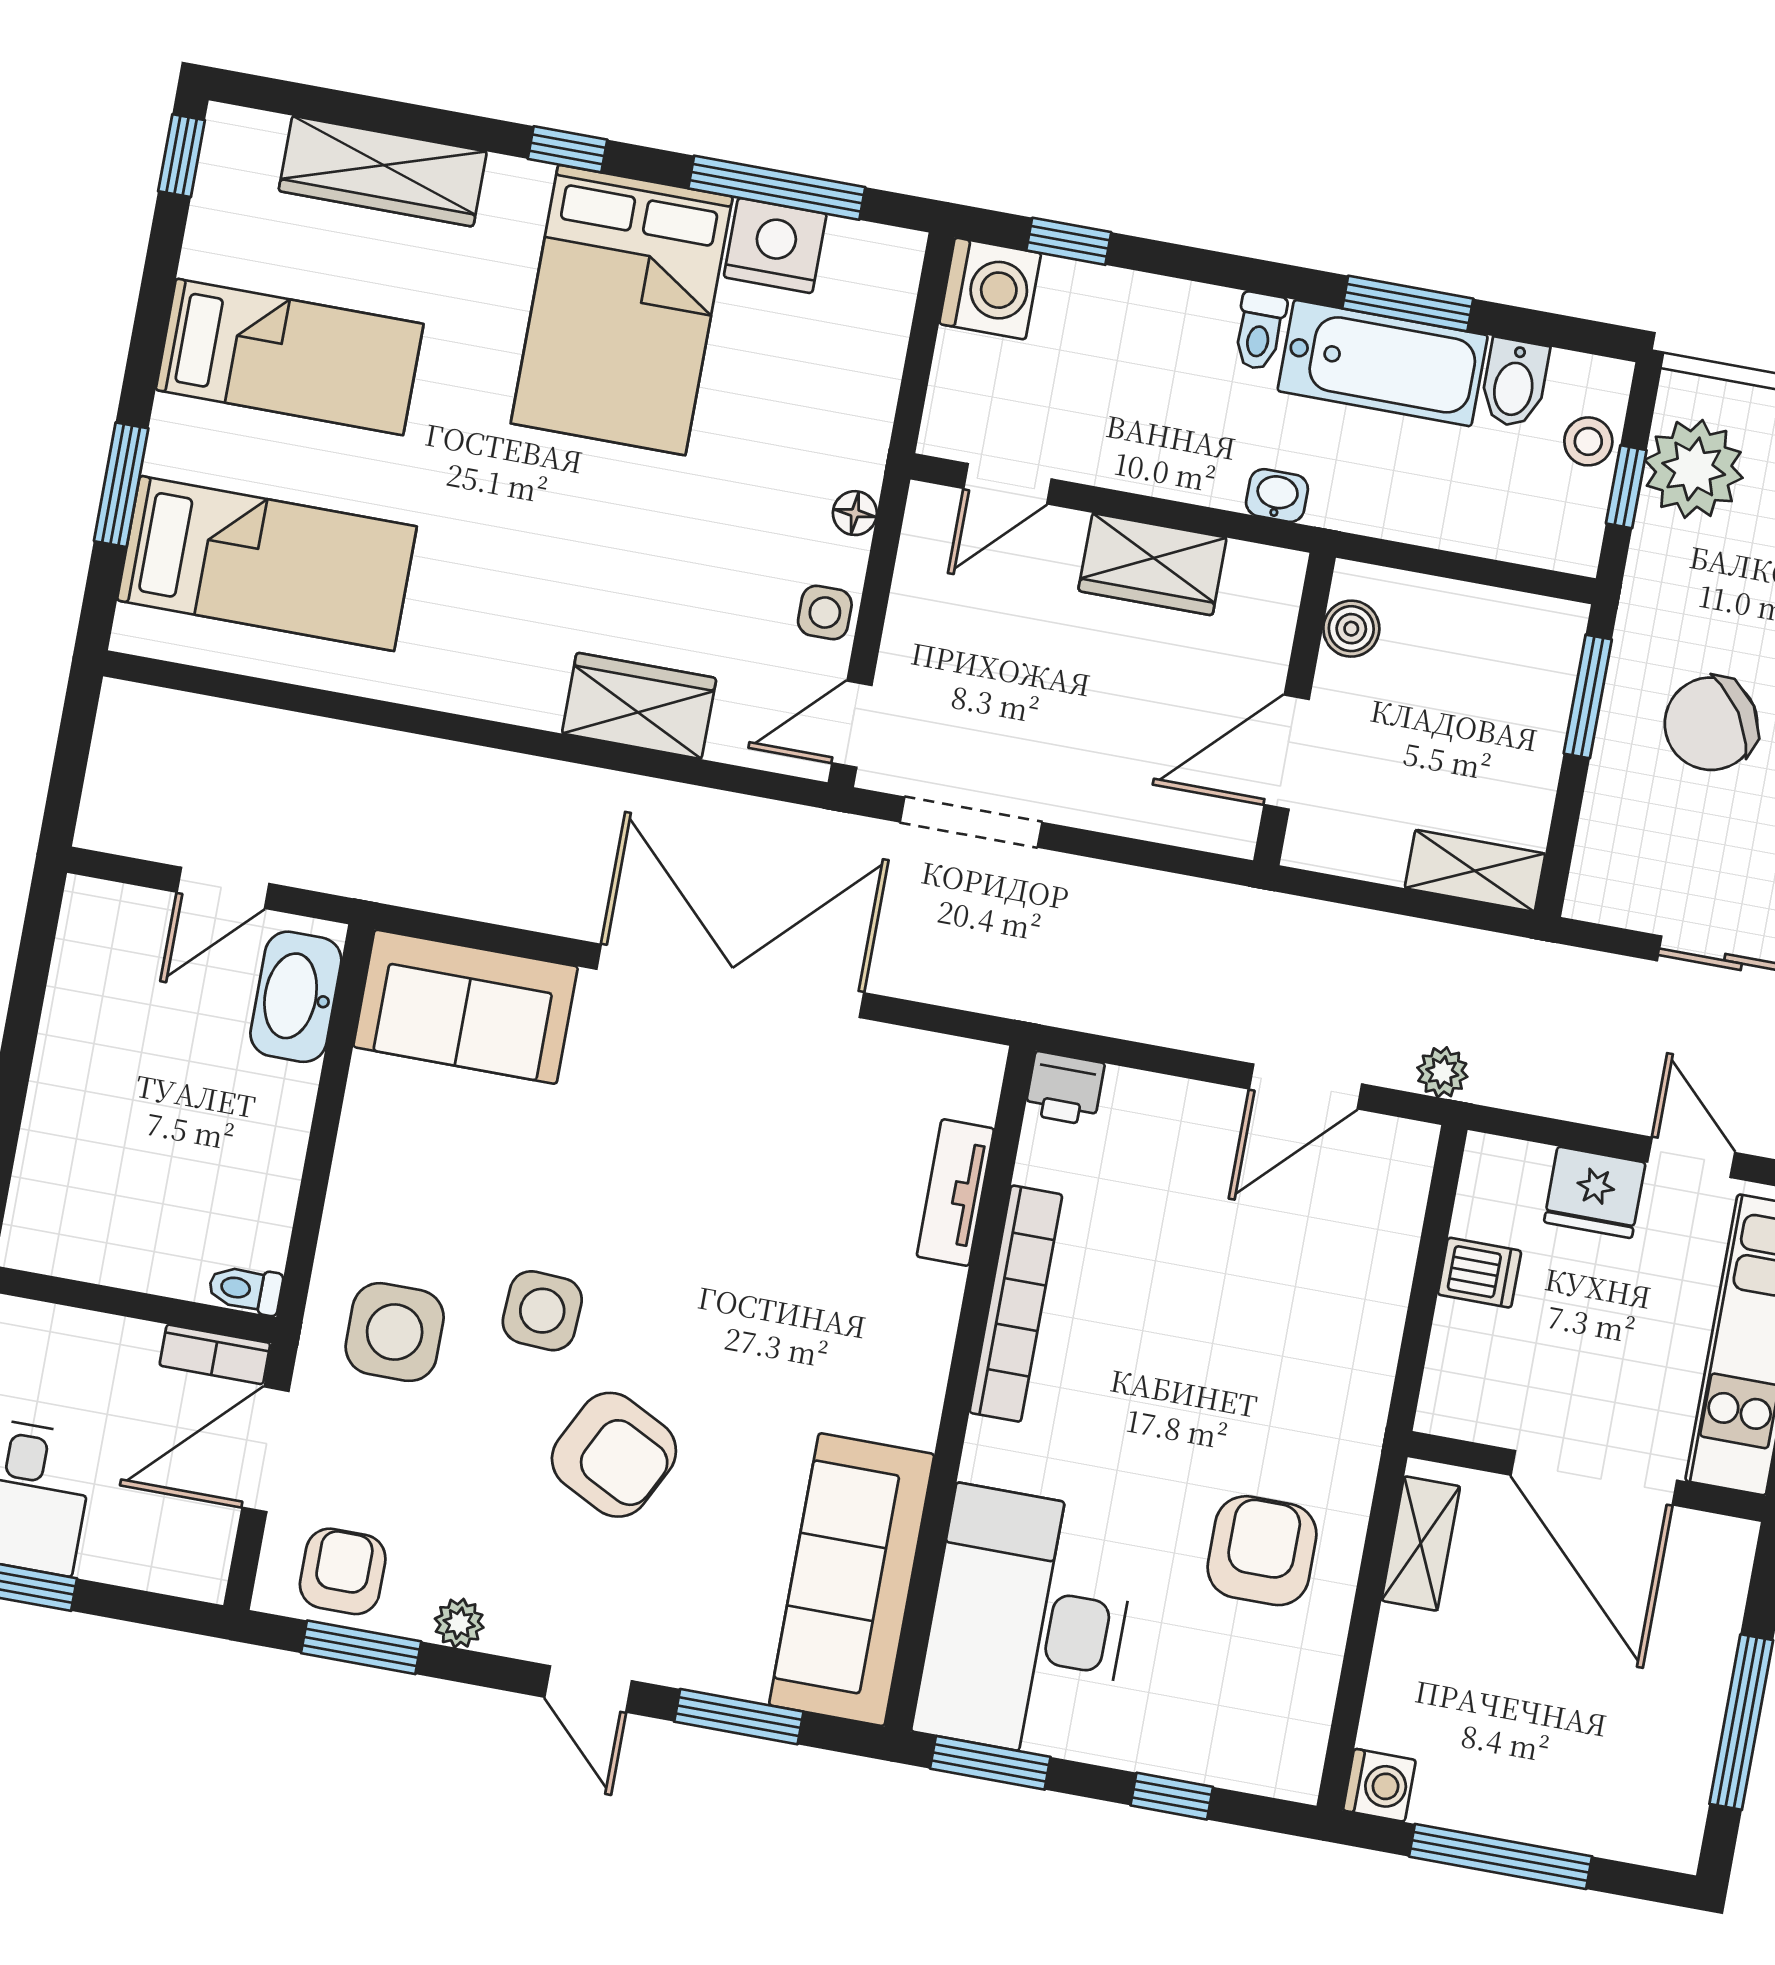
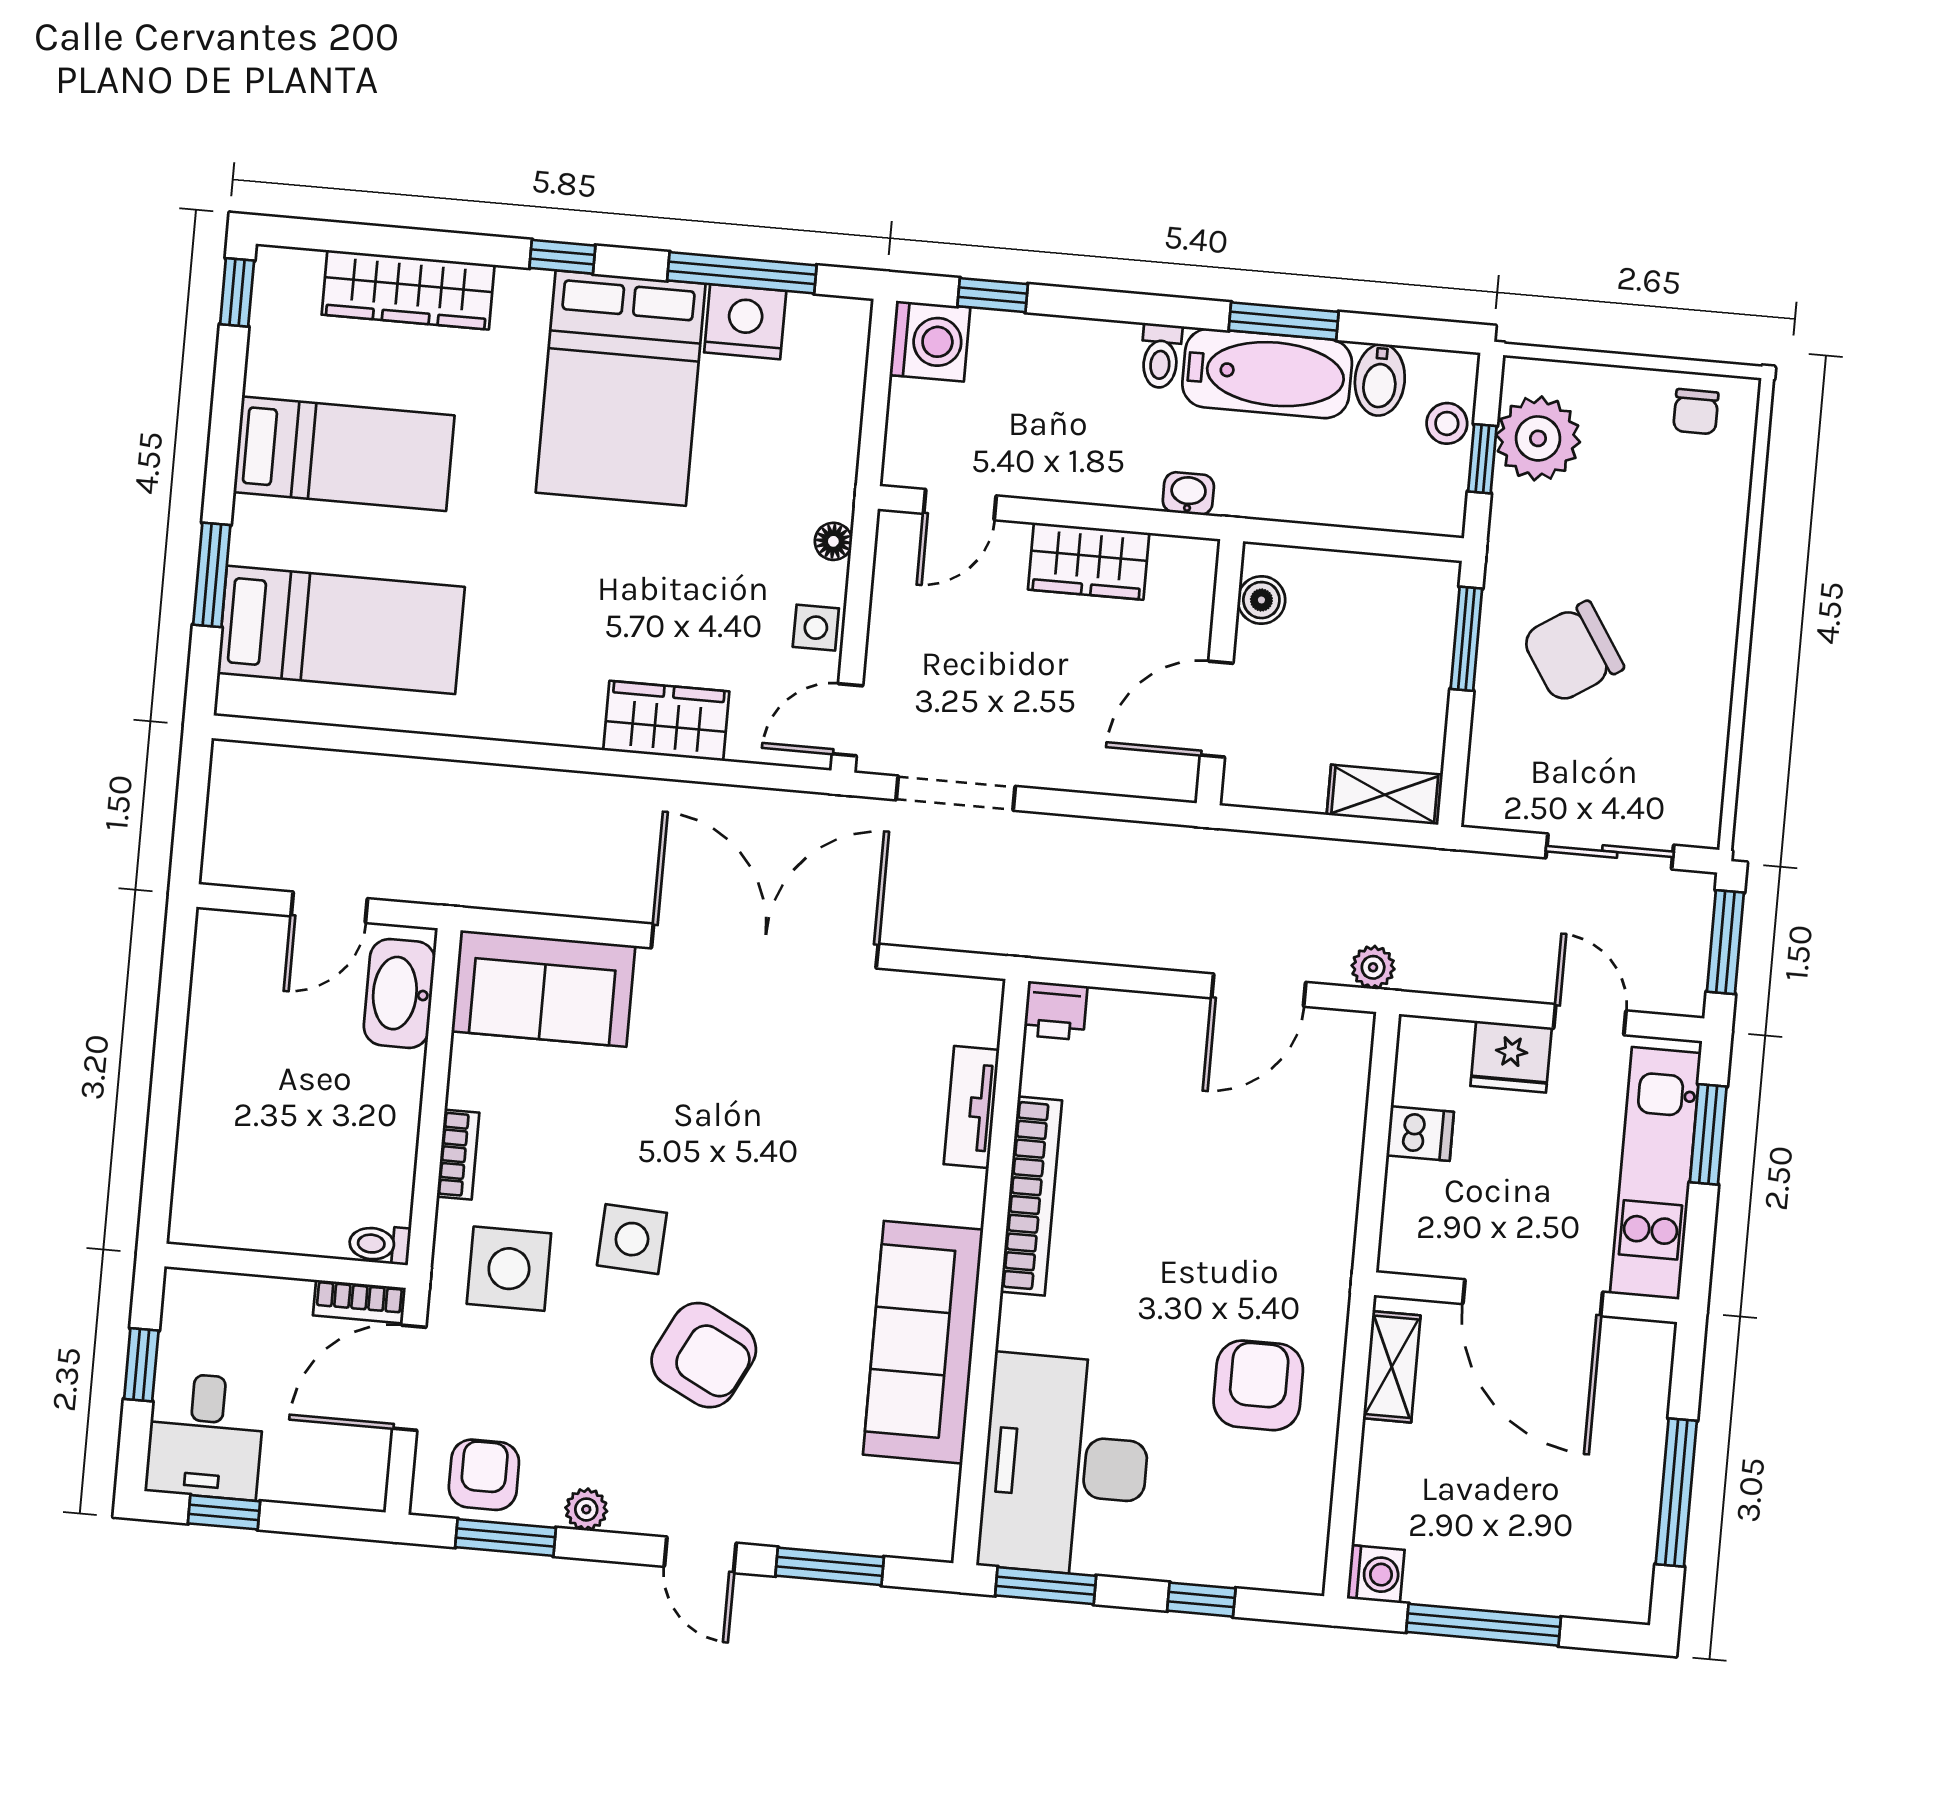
bookcase: (347, 1192) -> (458, 1155), added
sofa: (852, 1580) -> (923, 1342), moved

